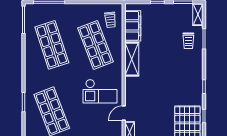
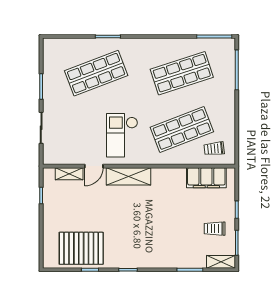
trolley: (188, 41) -> (215, 229), moved
shelving: (132, 59) -> (129, 176), moved
door: (124, 113) -> (94, 166), swing flipped

